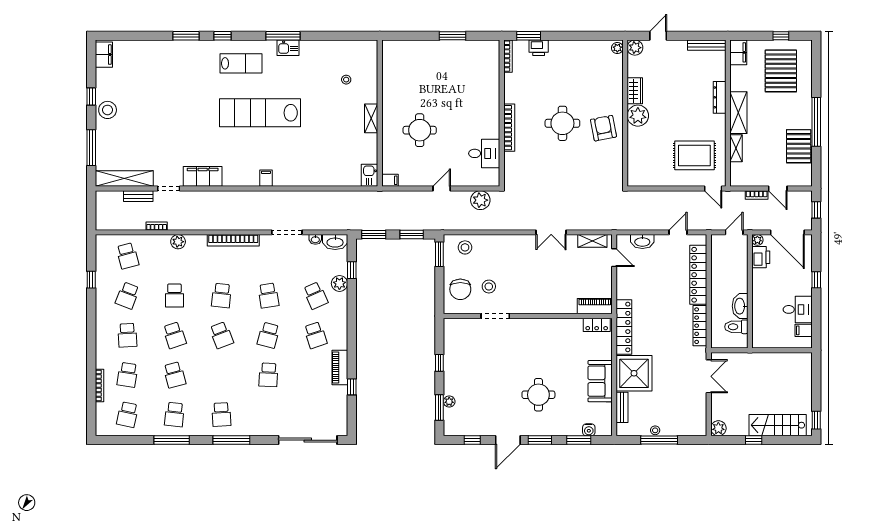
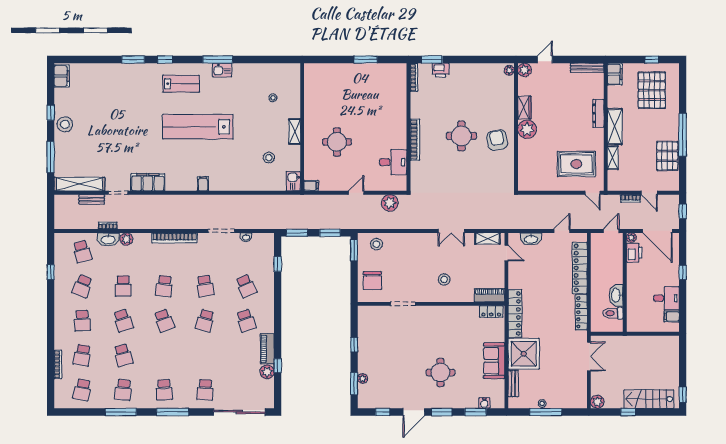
stool: (342, 148) -> (269, 158), added
washbasin: (335, 242) -> (108, 239), moved
plant: (339, 283) -> (267, 372), moved
stool: (489, 287) -> (444, 279), moved
school desk: (268, 375) -> (205, 390), moved

